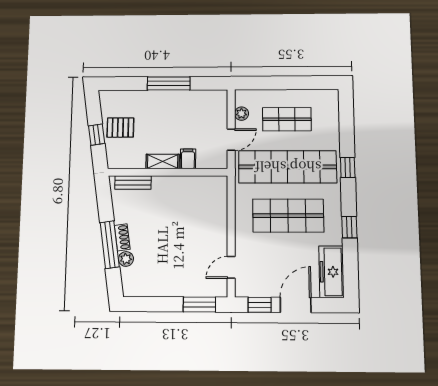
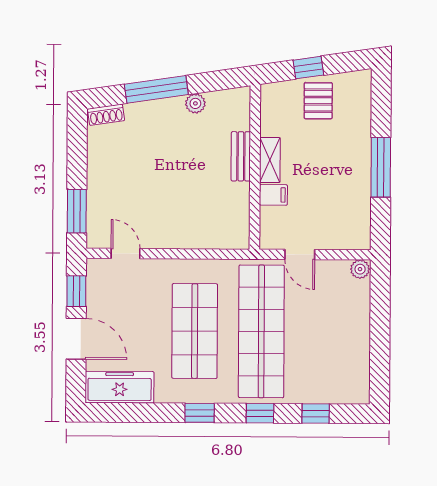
plant: (241, 114) -> (360, 269), moved
shop shelf: (287, 119) -> (328, 332), removed
window: (347, 128) -> (316, 414), added
bench: (133, 182) -> (241, 156), moved
window: (349, 227) -> (200, 413), moved
shoe rack: (122, 237) -> (106, 115), moved
plant: (126, 259) -> (195, 103), moved

